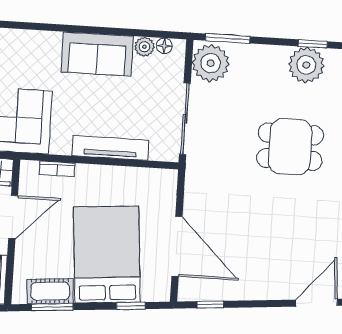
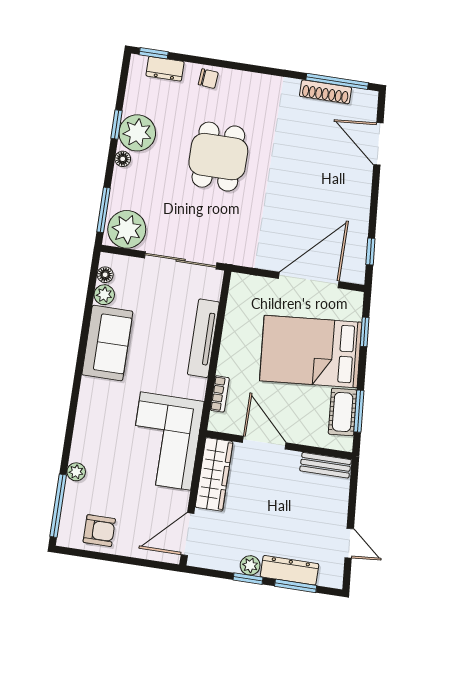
floor lamp: (279, 53) -> (123, 159), added

